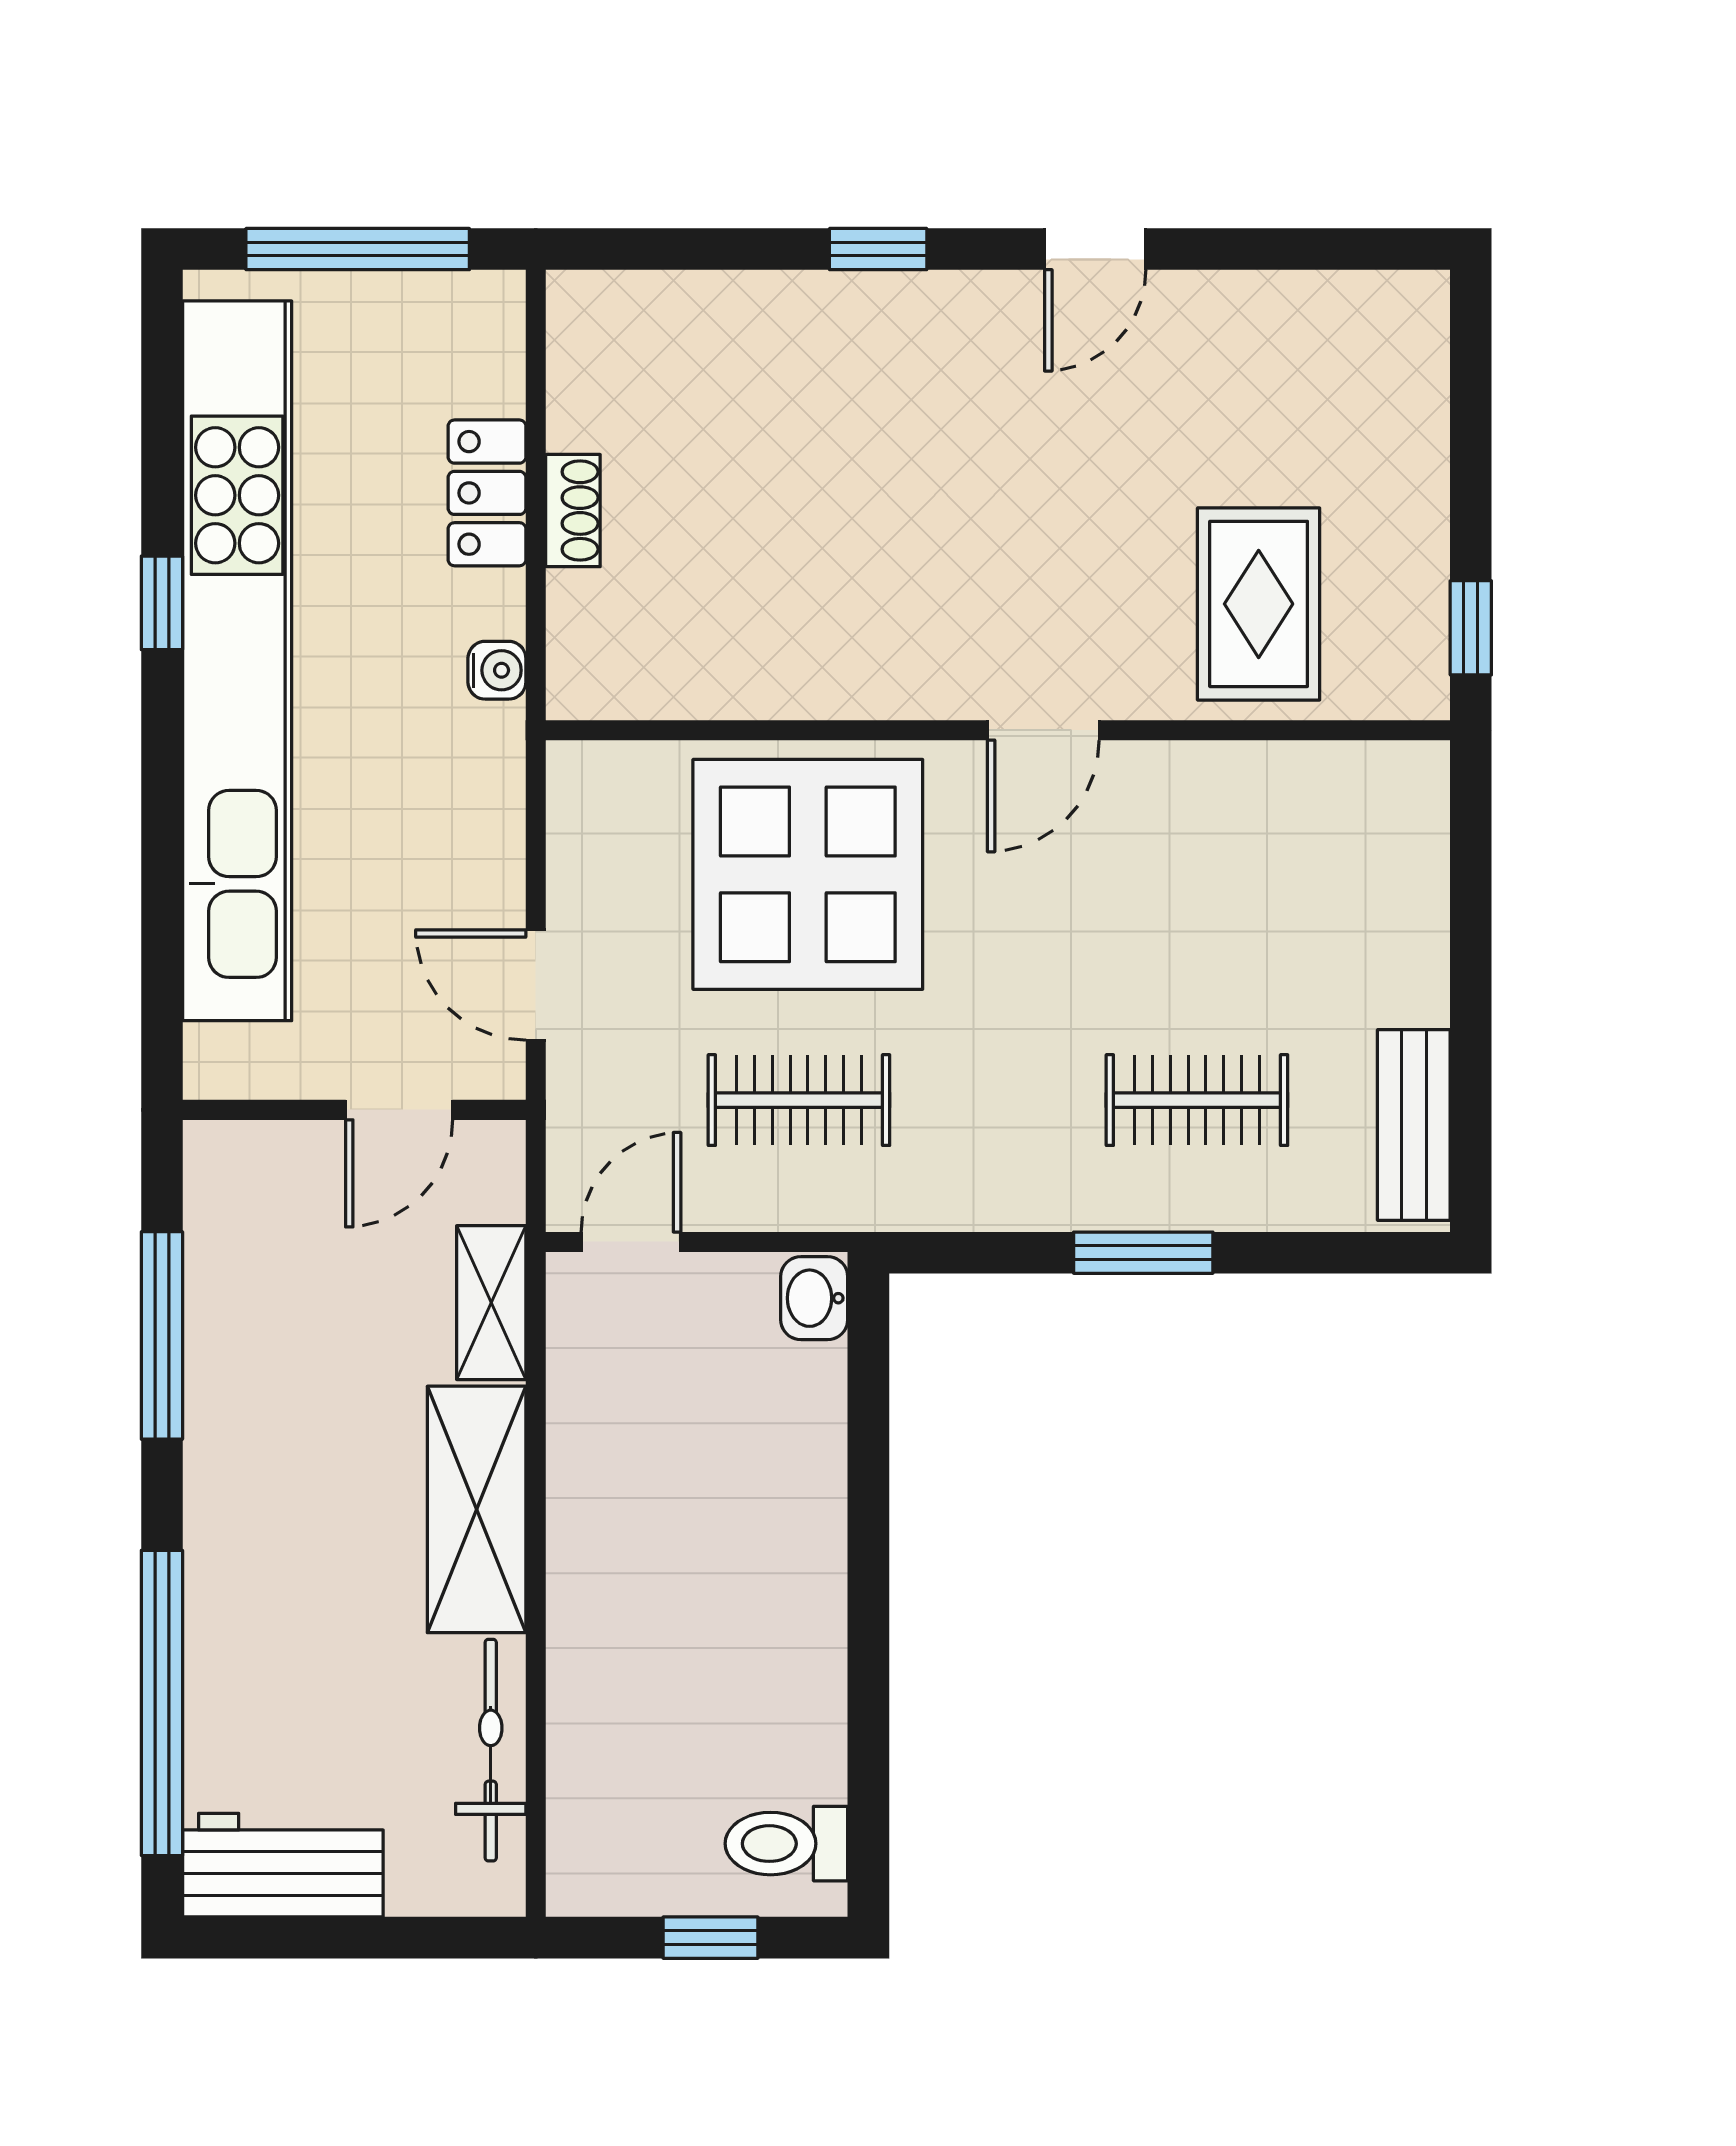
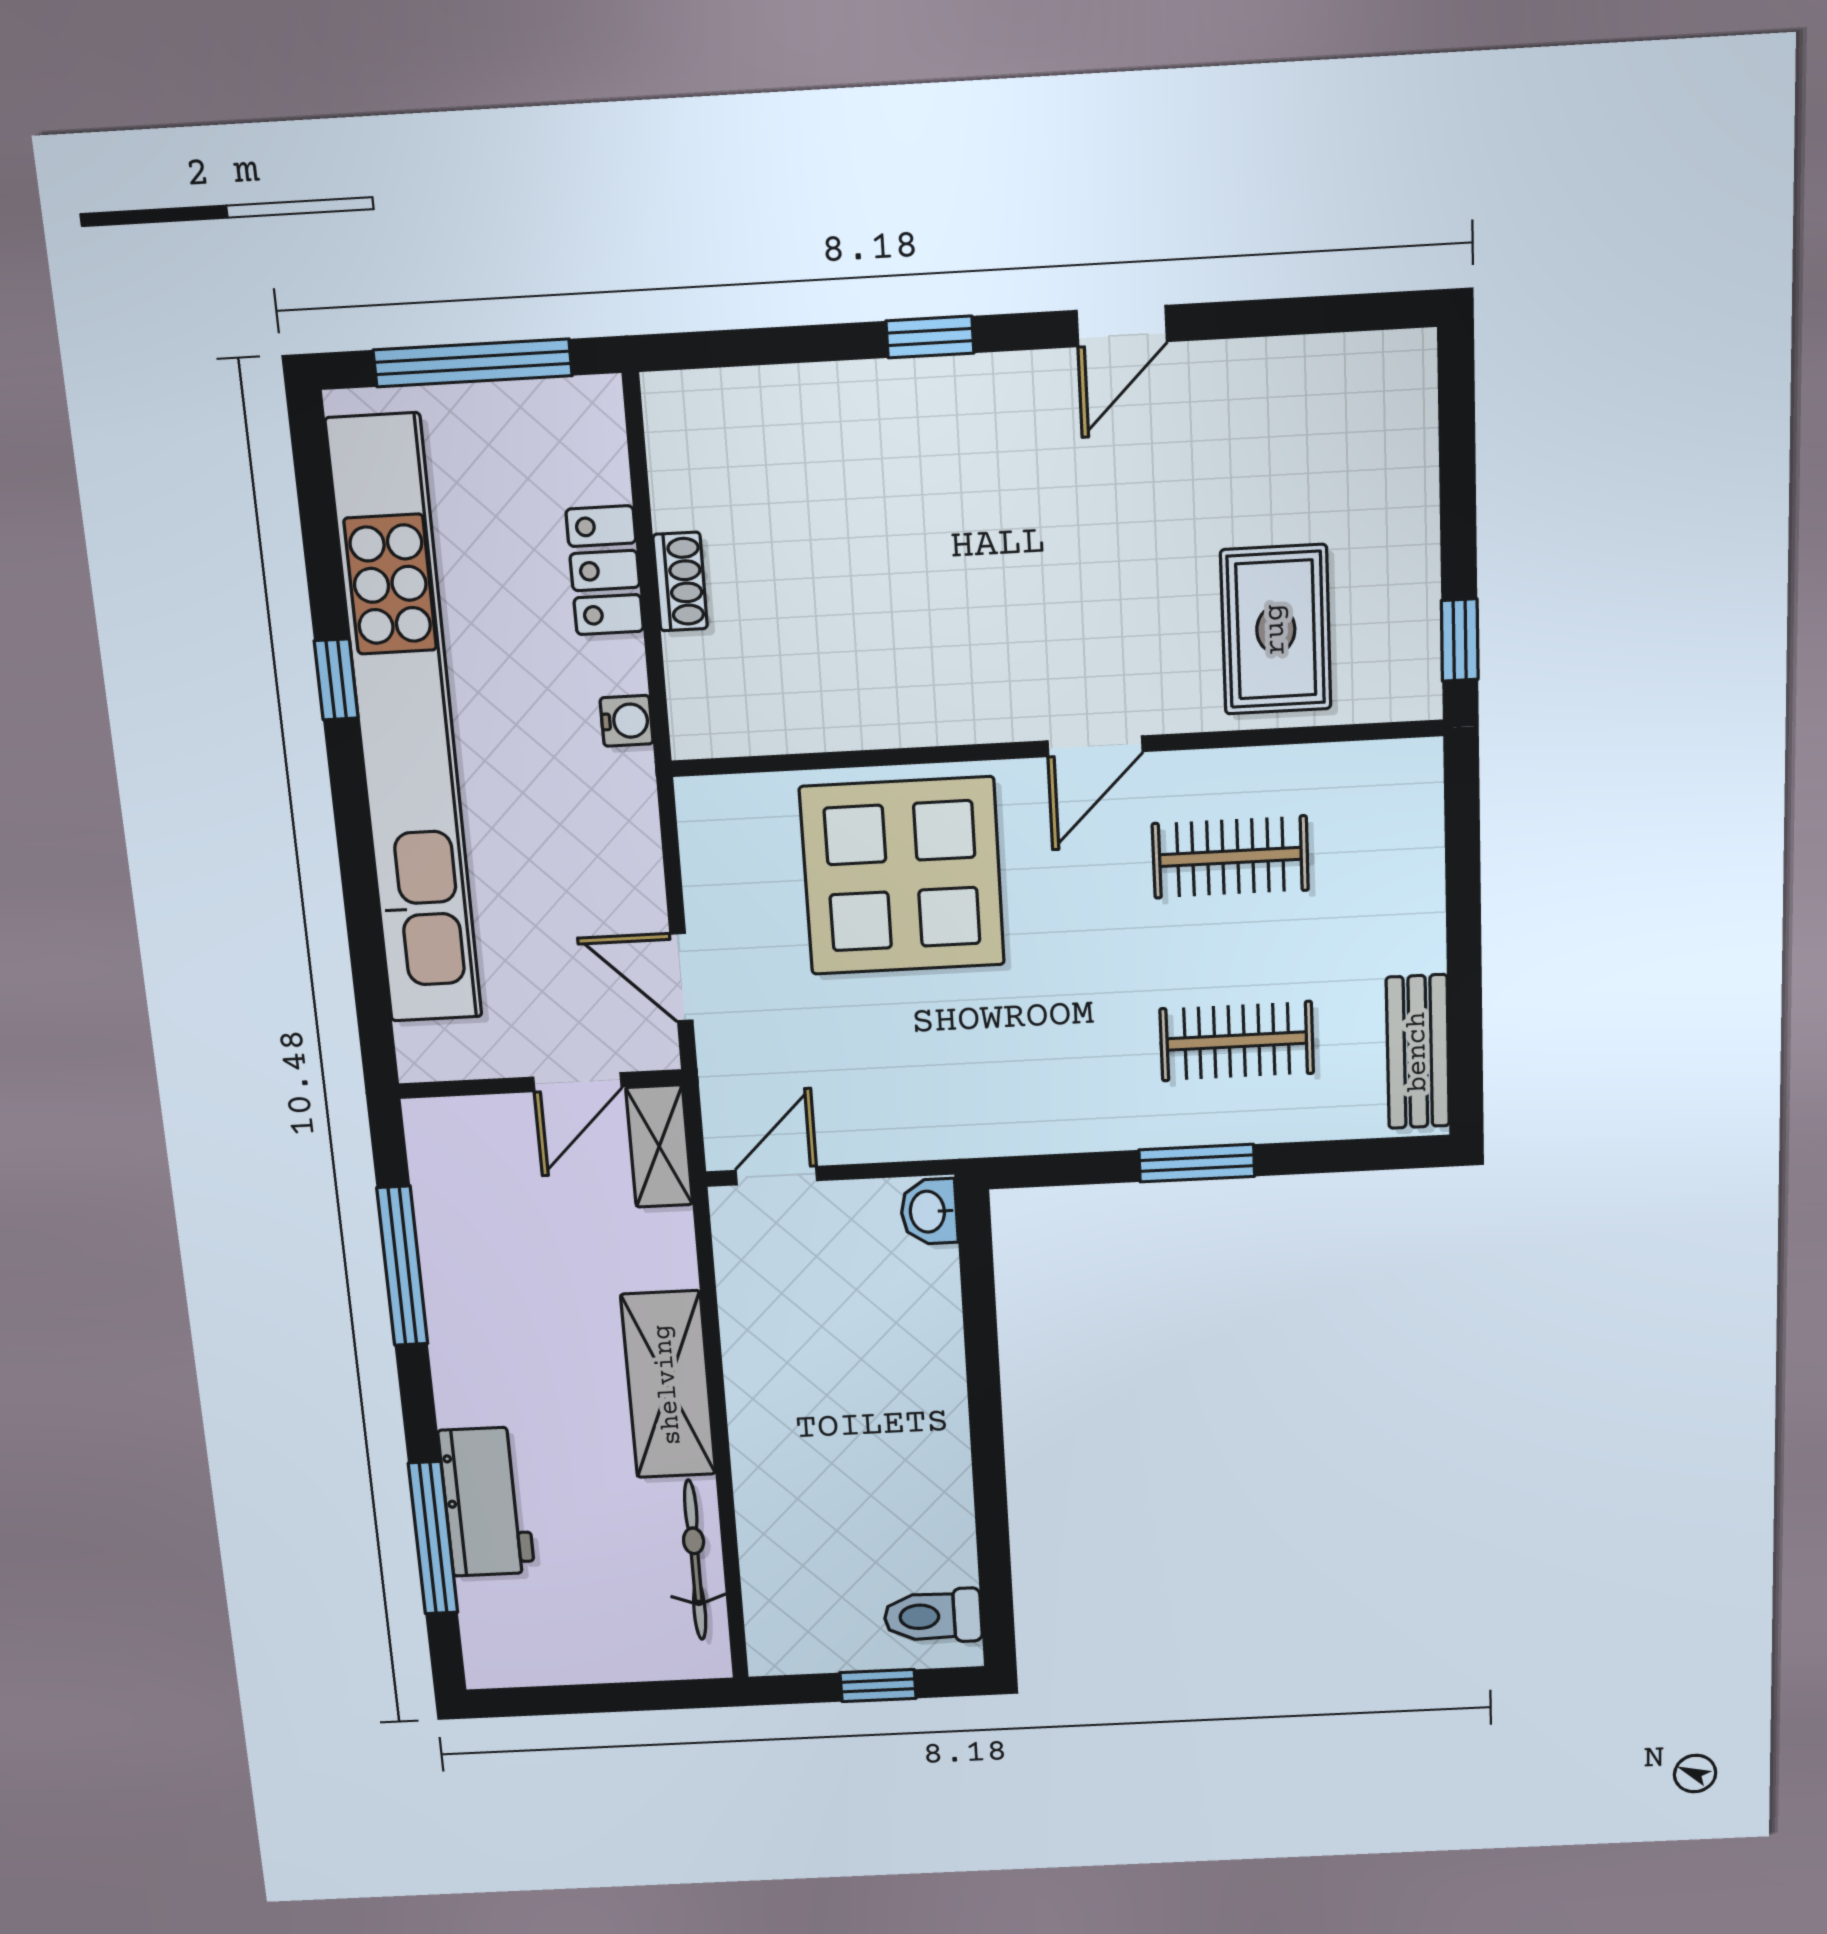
clothes rail: (799, 1100) -> (1230, 857), moved
shelving: (491, 1303) -> (659, 1146), moved
window: (162, 1703) -> (433, 1538), width x0.68
workbench: (283, 1865) -> (486, 1502), moved, turned 90

